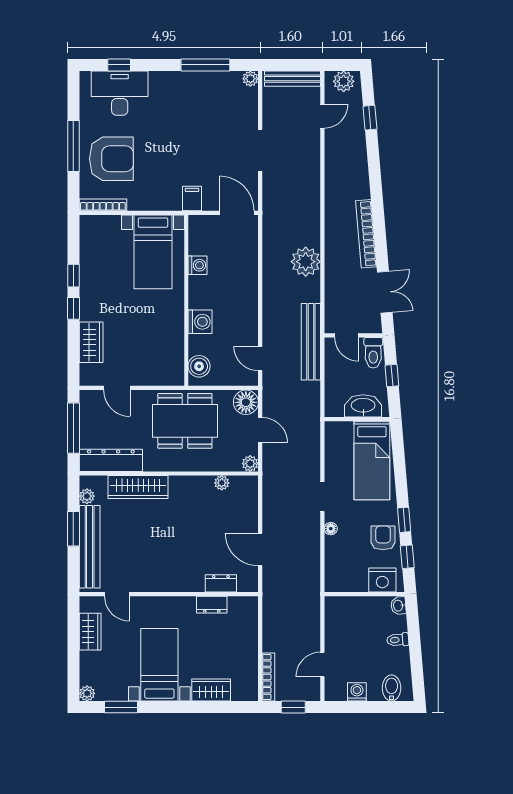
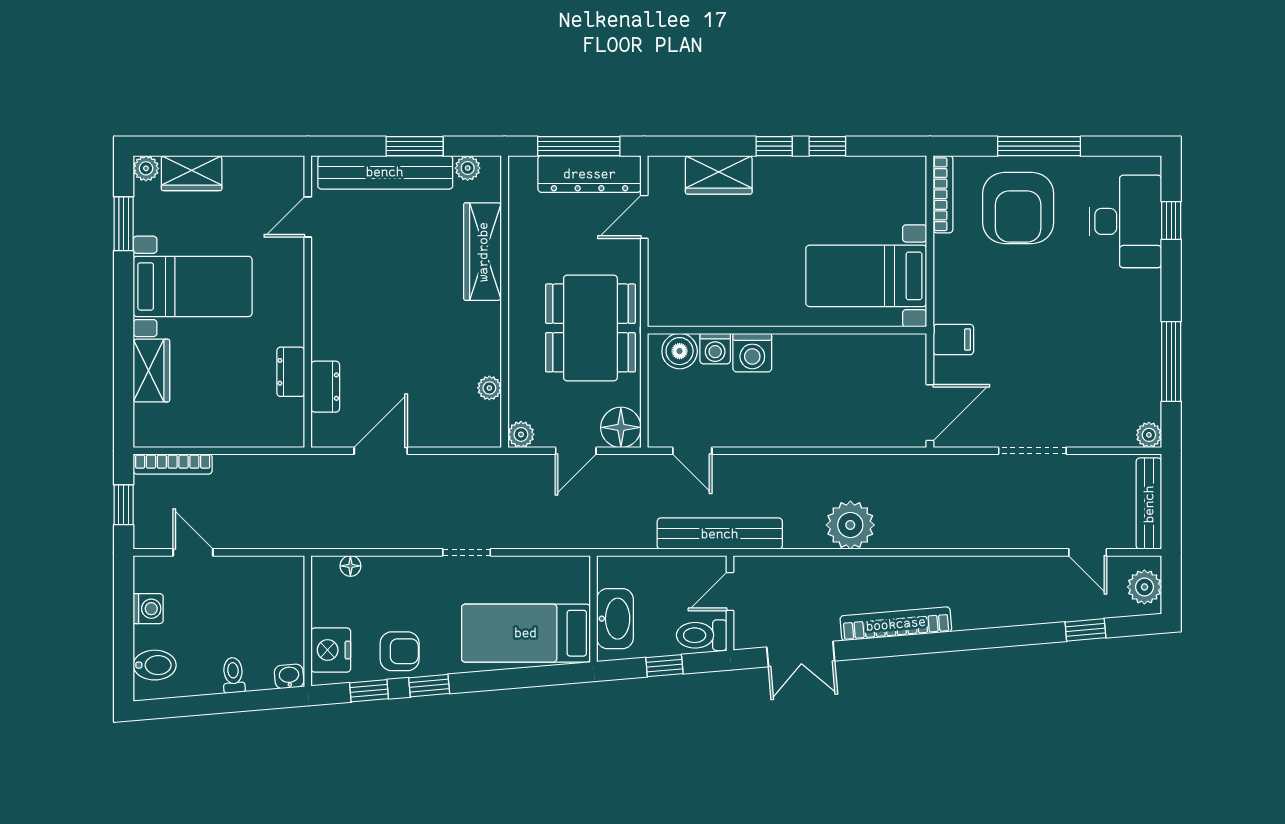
washing machine: (198, 265) -> (715, 349), moved
door: (260, 359) -> (692, 451), swing flipped
dresser: (111, 460) -> (590, 174), moved, turned 90
floor lamp: (331, 529) -> (350, 566), moved
wardrobe: (90, 632) -> (192, 173), moved

